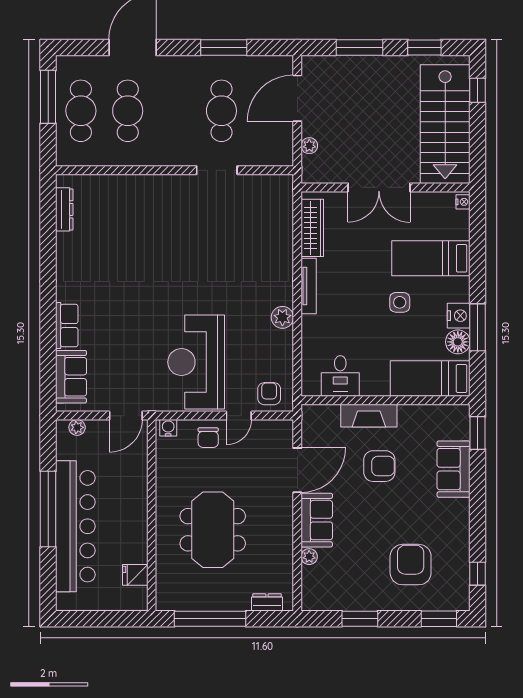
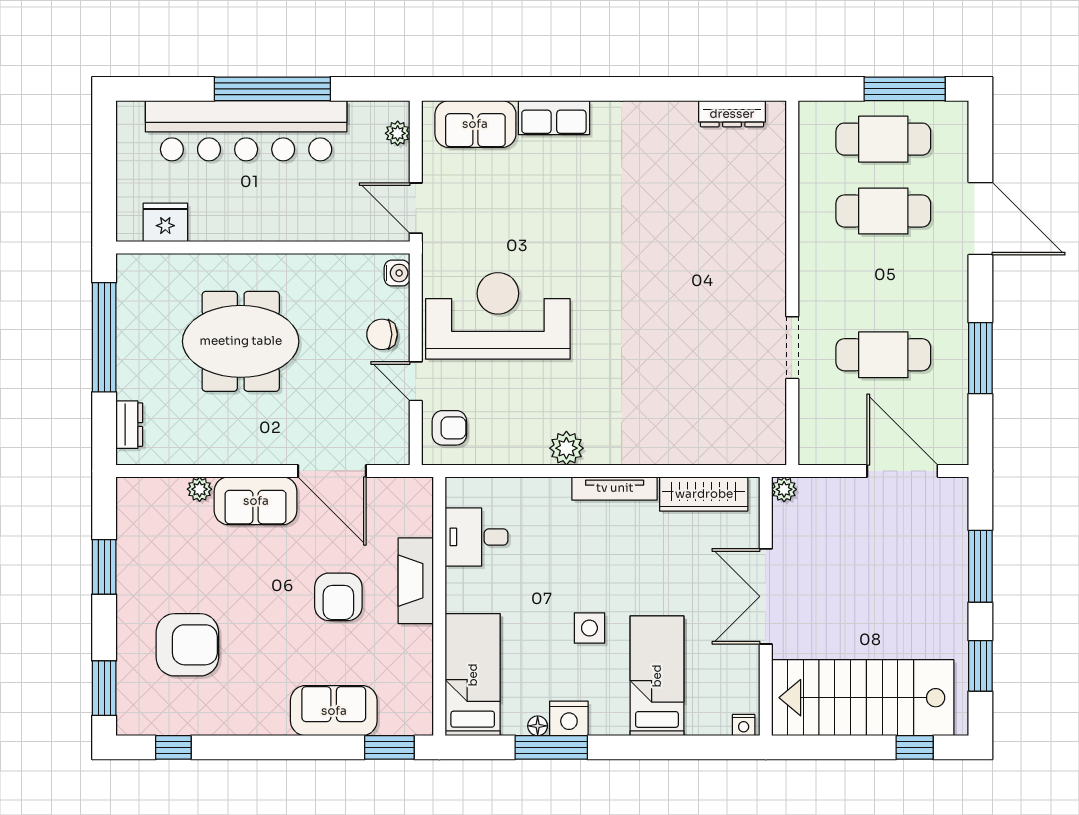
plant: (309, 146) -> (784, 489), moved
floor lamp: (458, 342) -> (538, 726), width x0.53, depth x0.53
fridge: (135, 575) -> (165, 222), width x1.38

